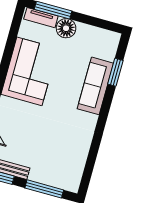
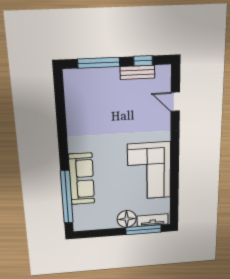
window: (115, 72) -> (67, 197), width x2.11

